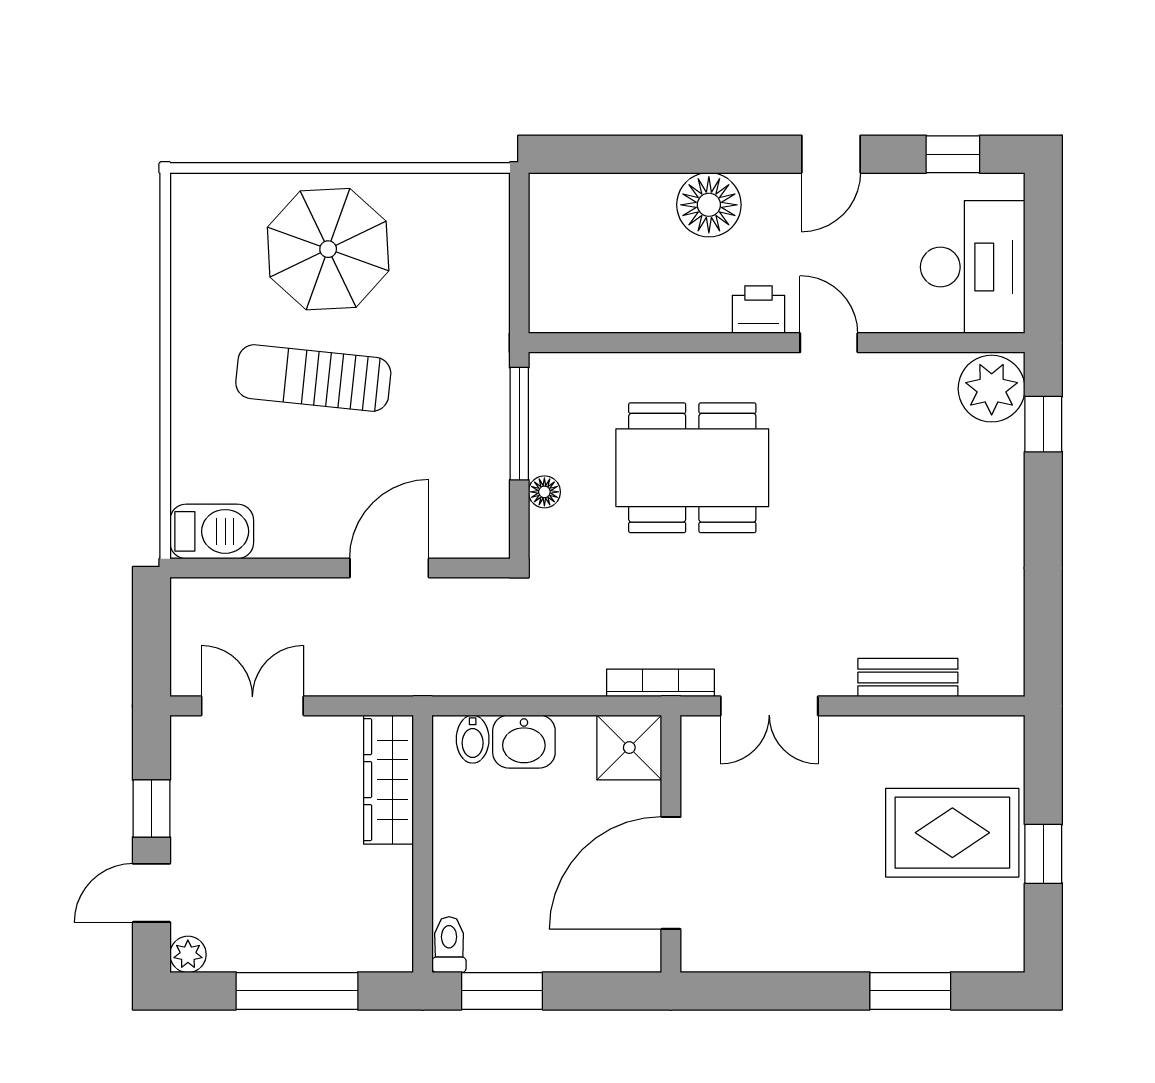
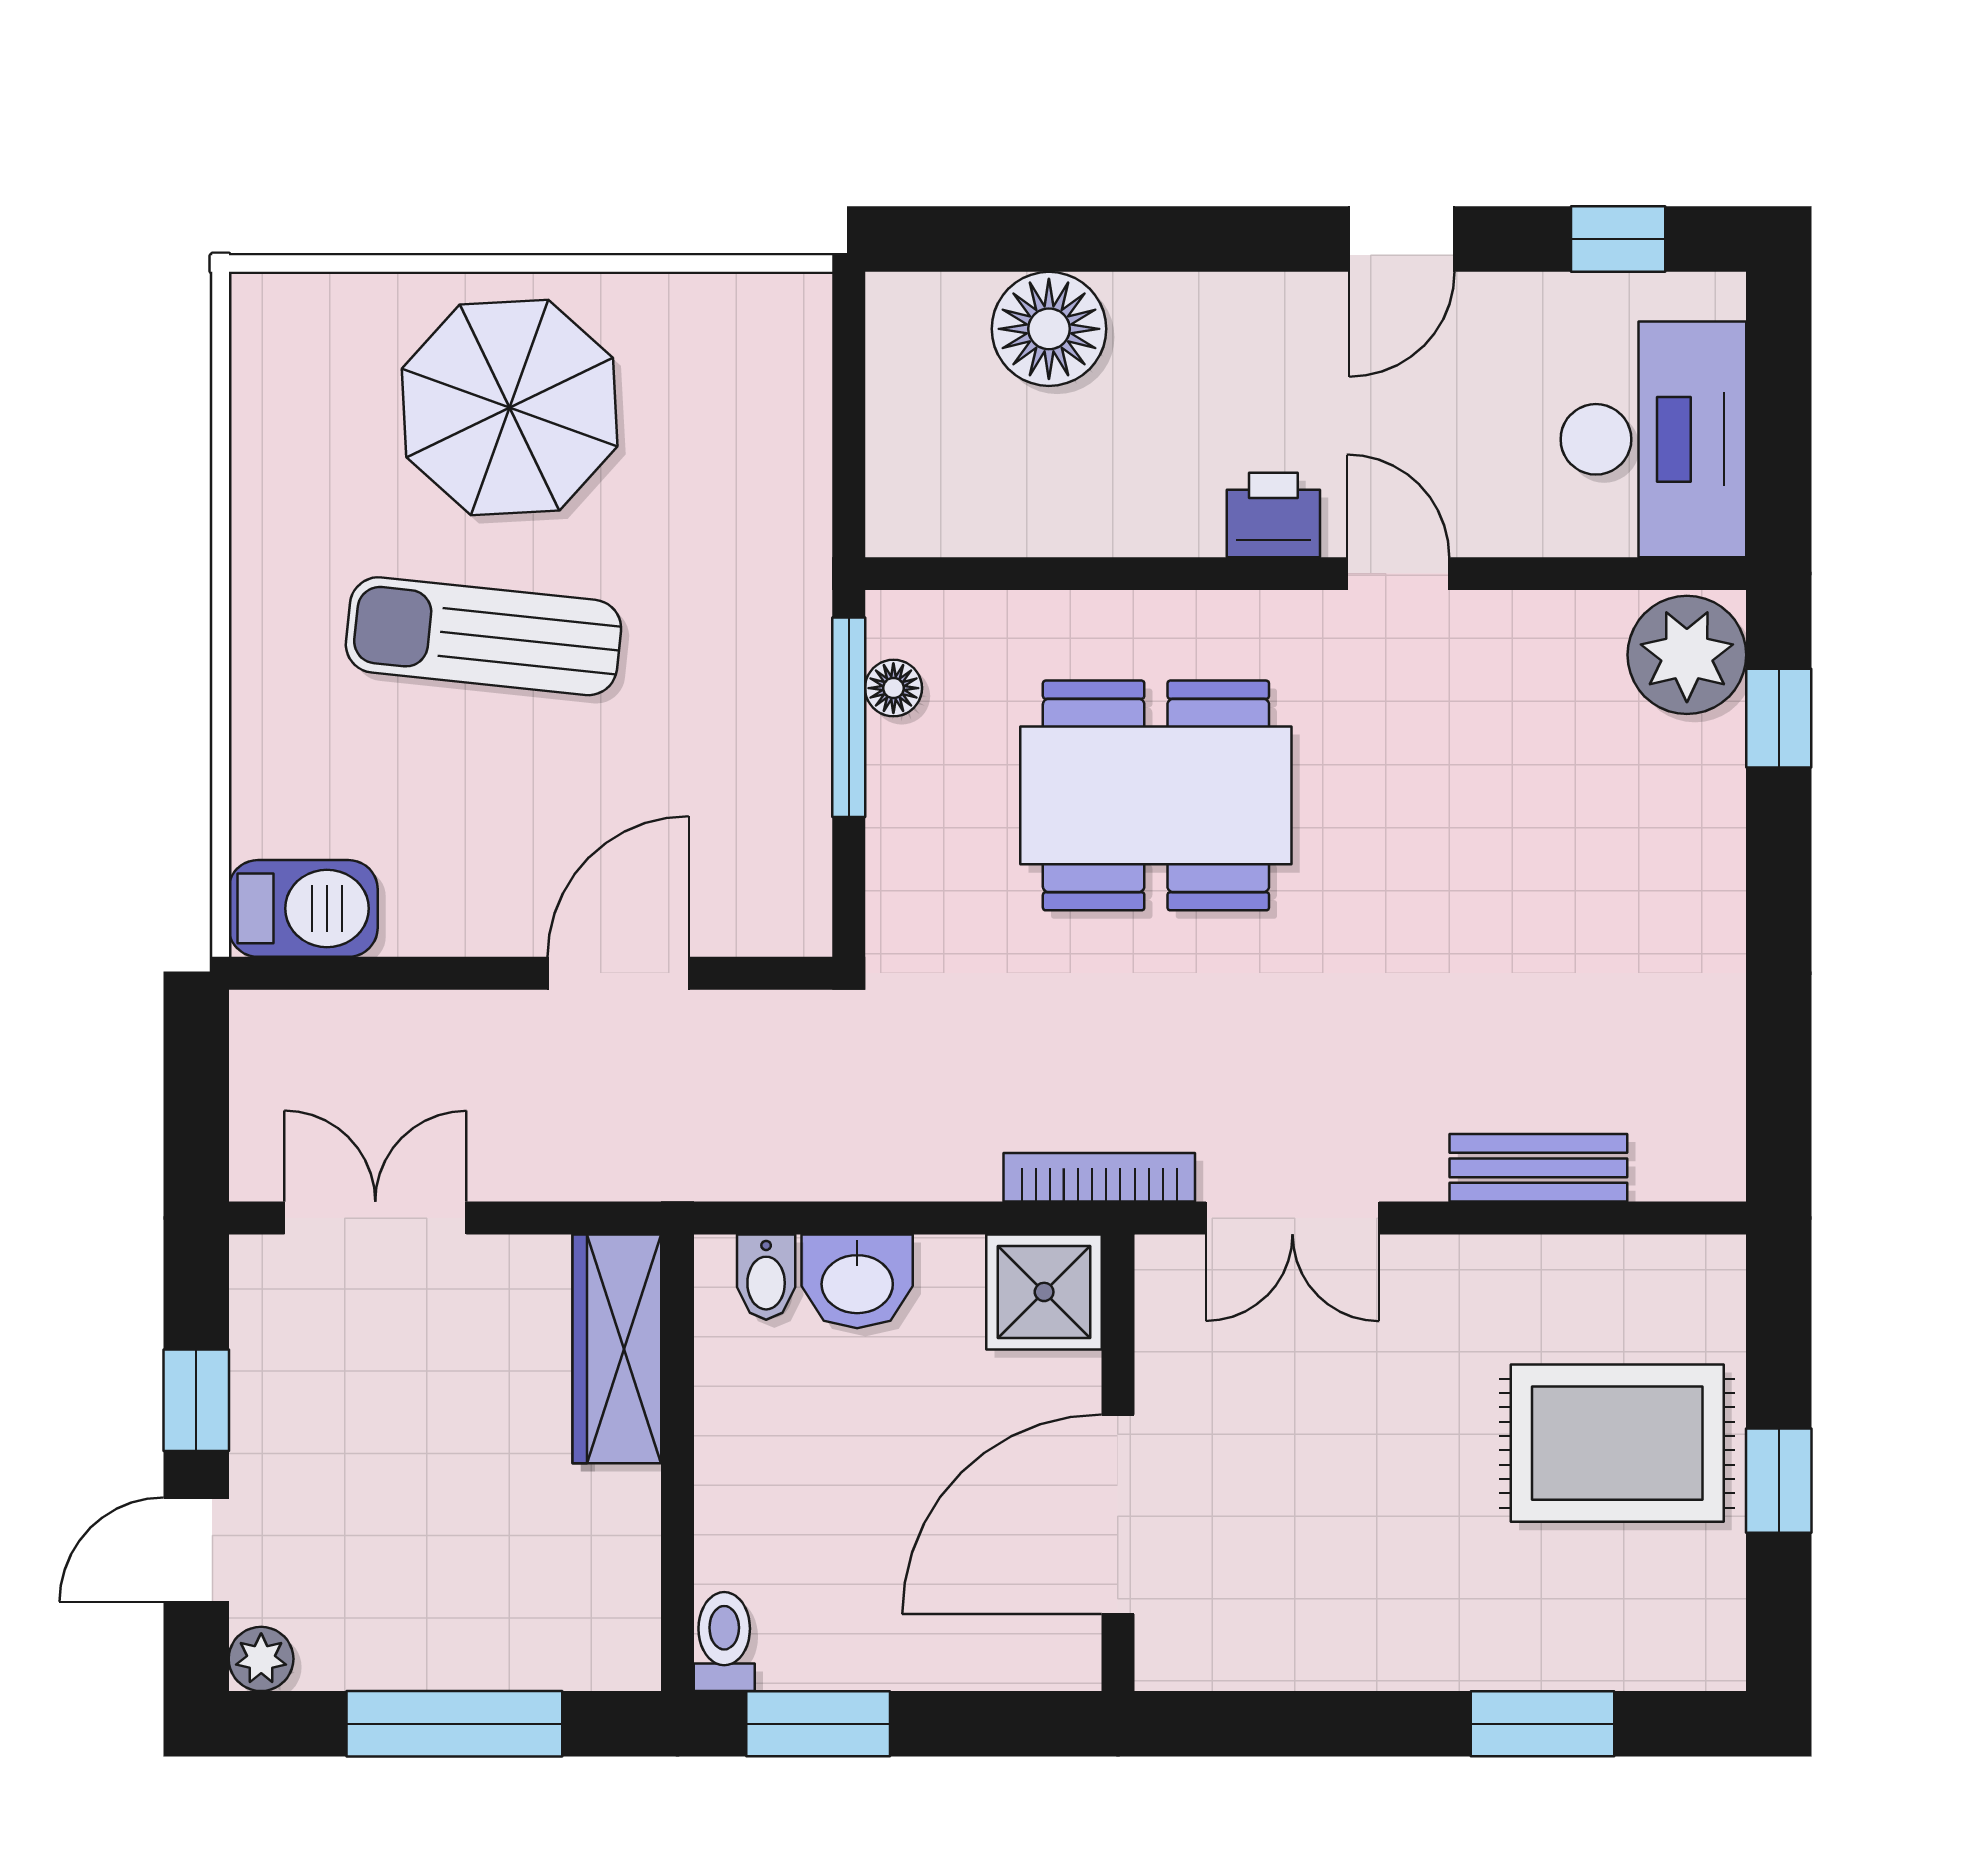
floor lamp: (709, 205) -> (1049, 329), moved
floor lamp: (544, 492) -> (893, 688), moved

